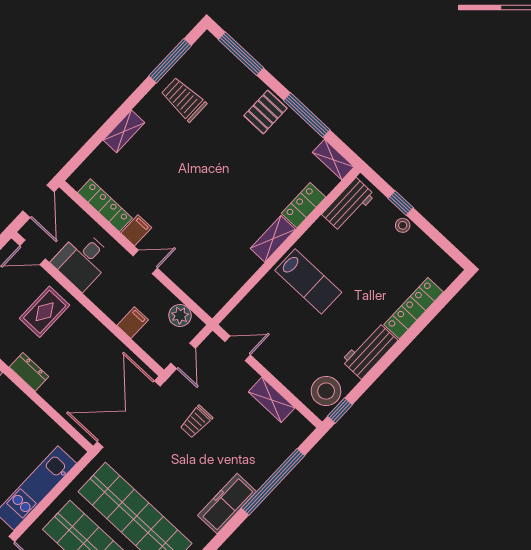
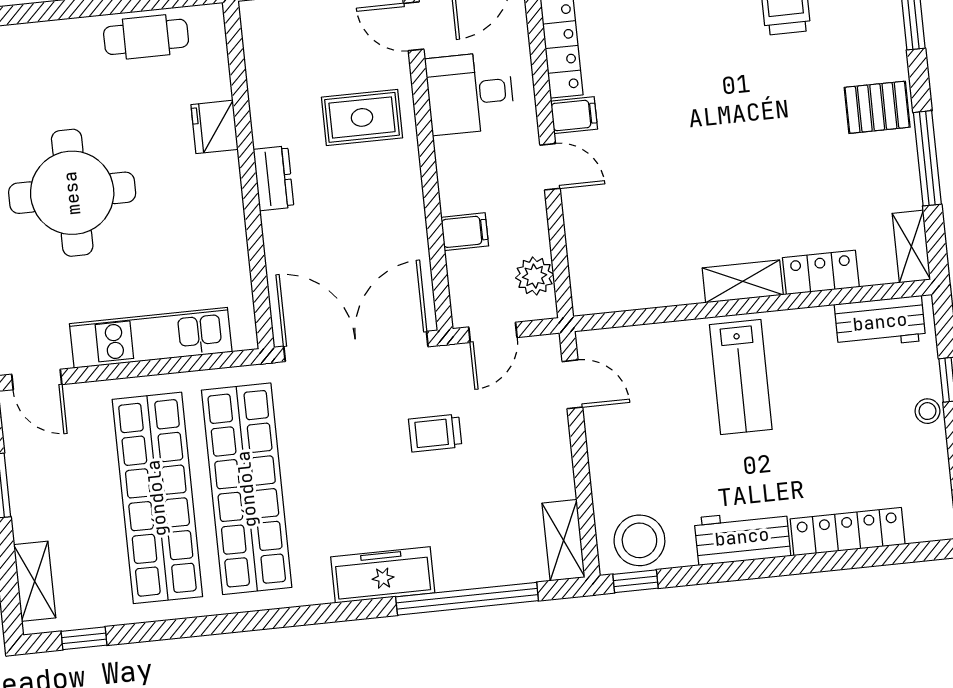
shelving: (272, 400) -> (564, 540), moved

